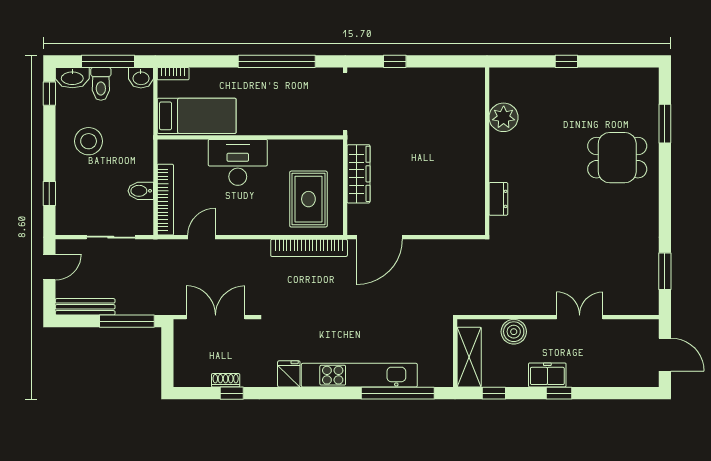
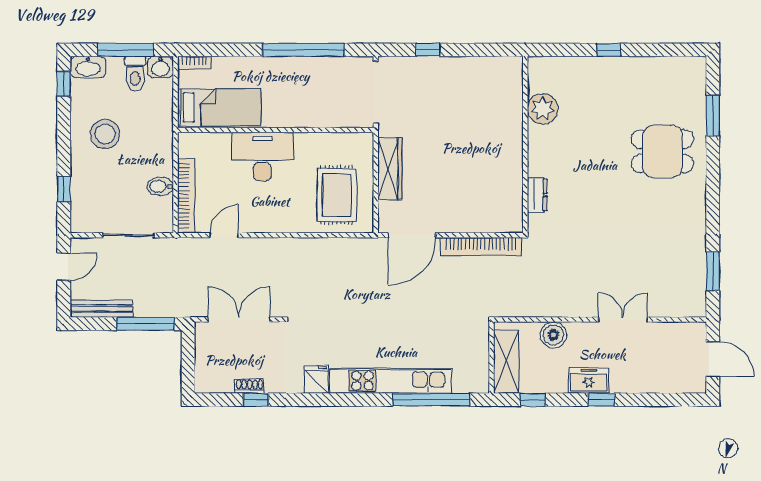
toilet: (101, 84) -> (135, 74), moved
bookcase: (309, 248) -> (481, 247), moved

